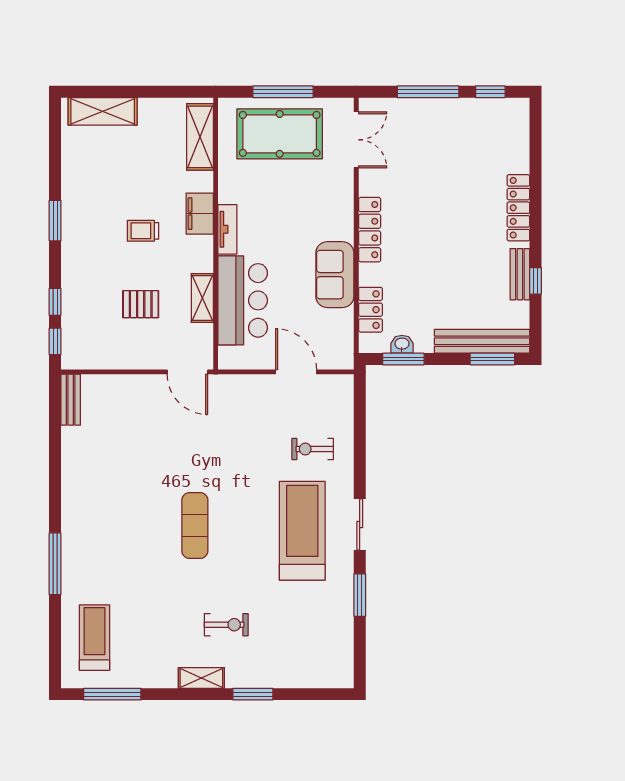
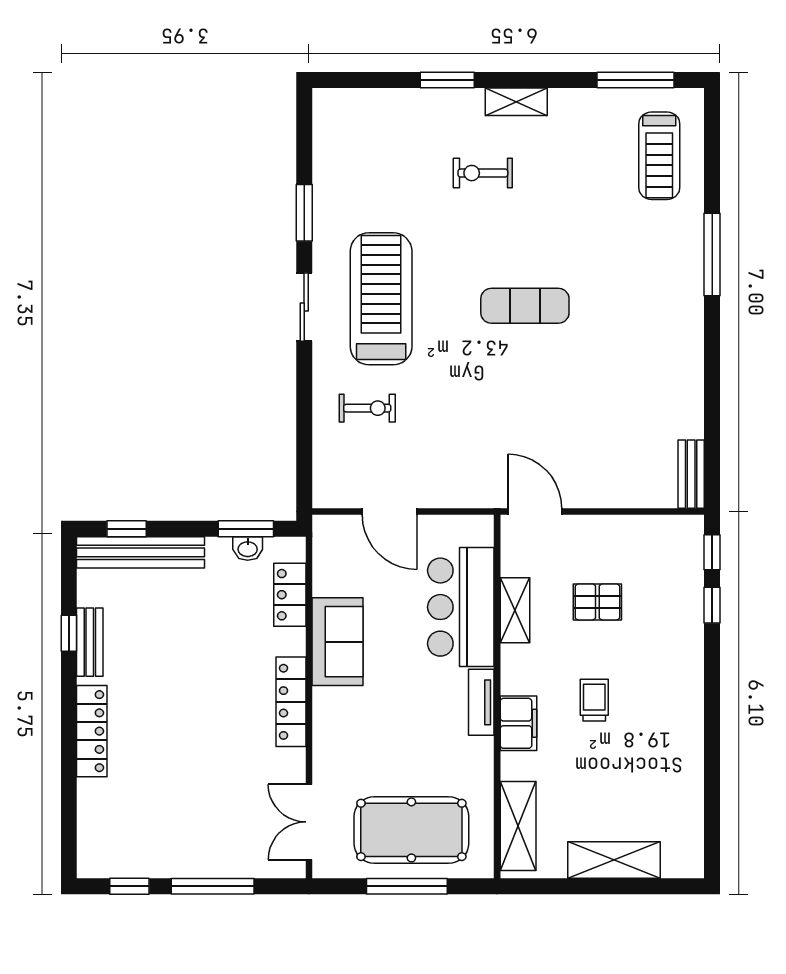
shelving: (103, 111) -> (614, 860), moved
window: (55, 221) -> (712, 714), removed
trolley: (143, 231) -> (594, 700), turned -90
window: (492, 359) -> (127, 529), width x0.67
exercise mat: (195, 526) -> (525, 306), turned 90
treadmill: (302, 531) -> (381, 299), turned 180

